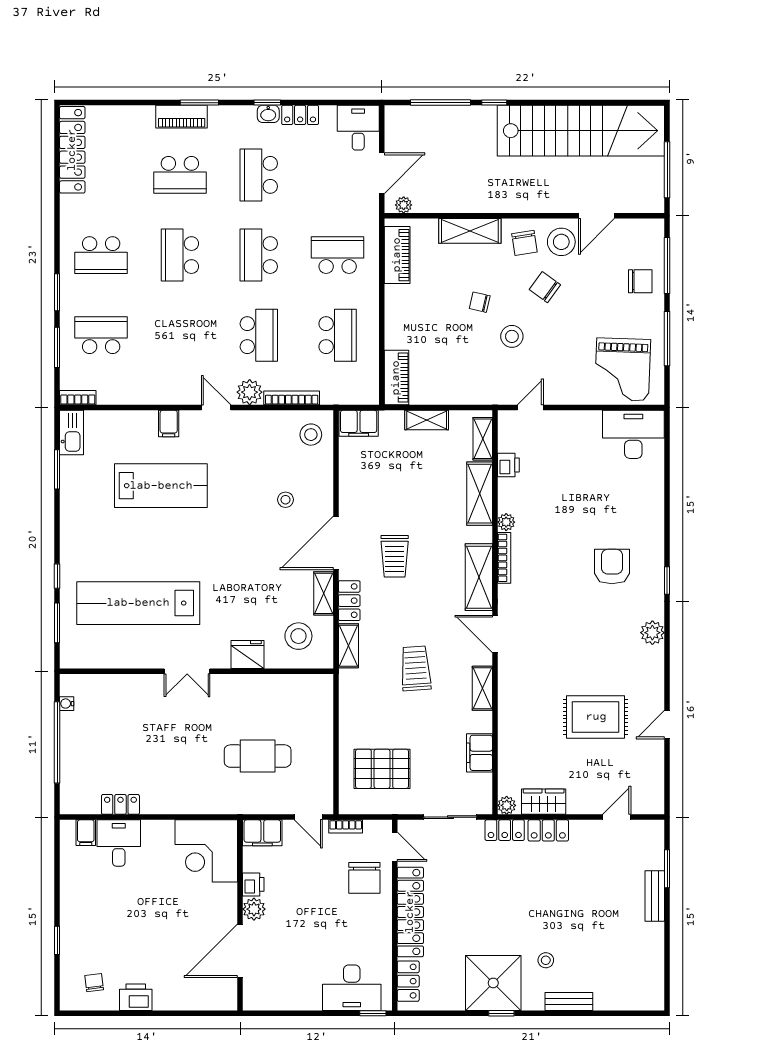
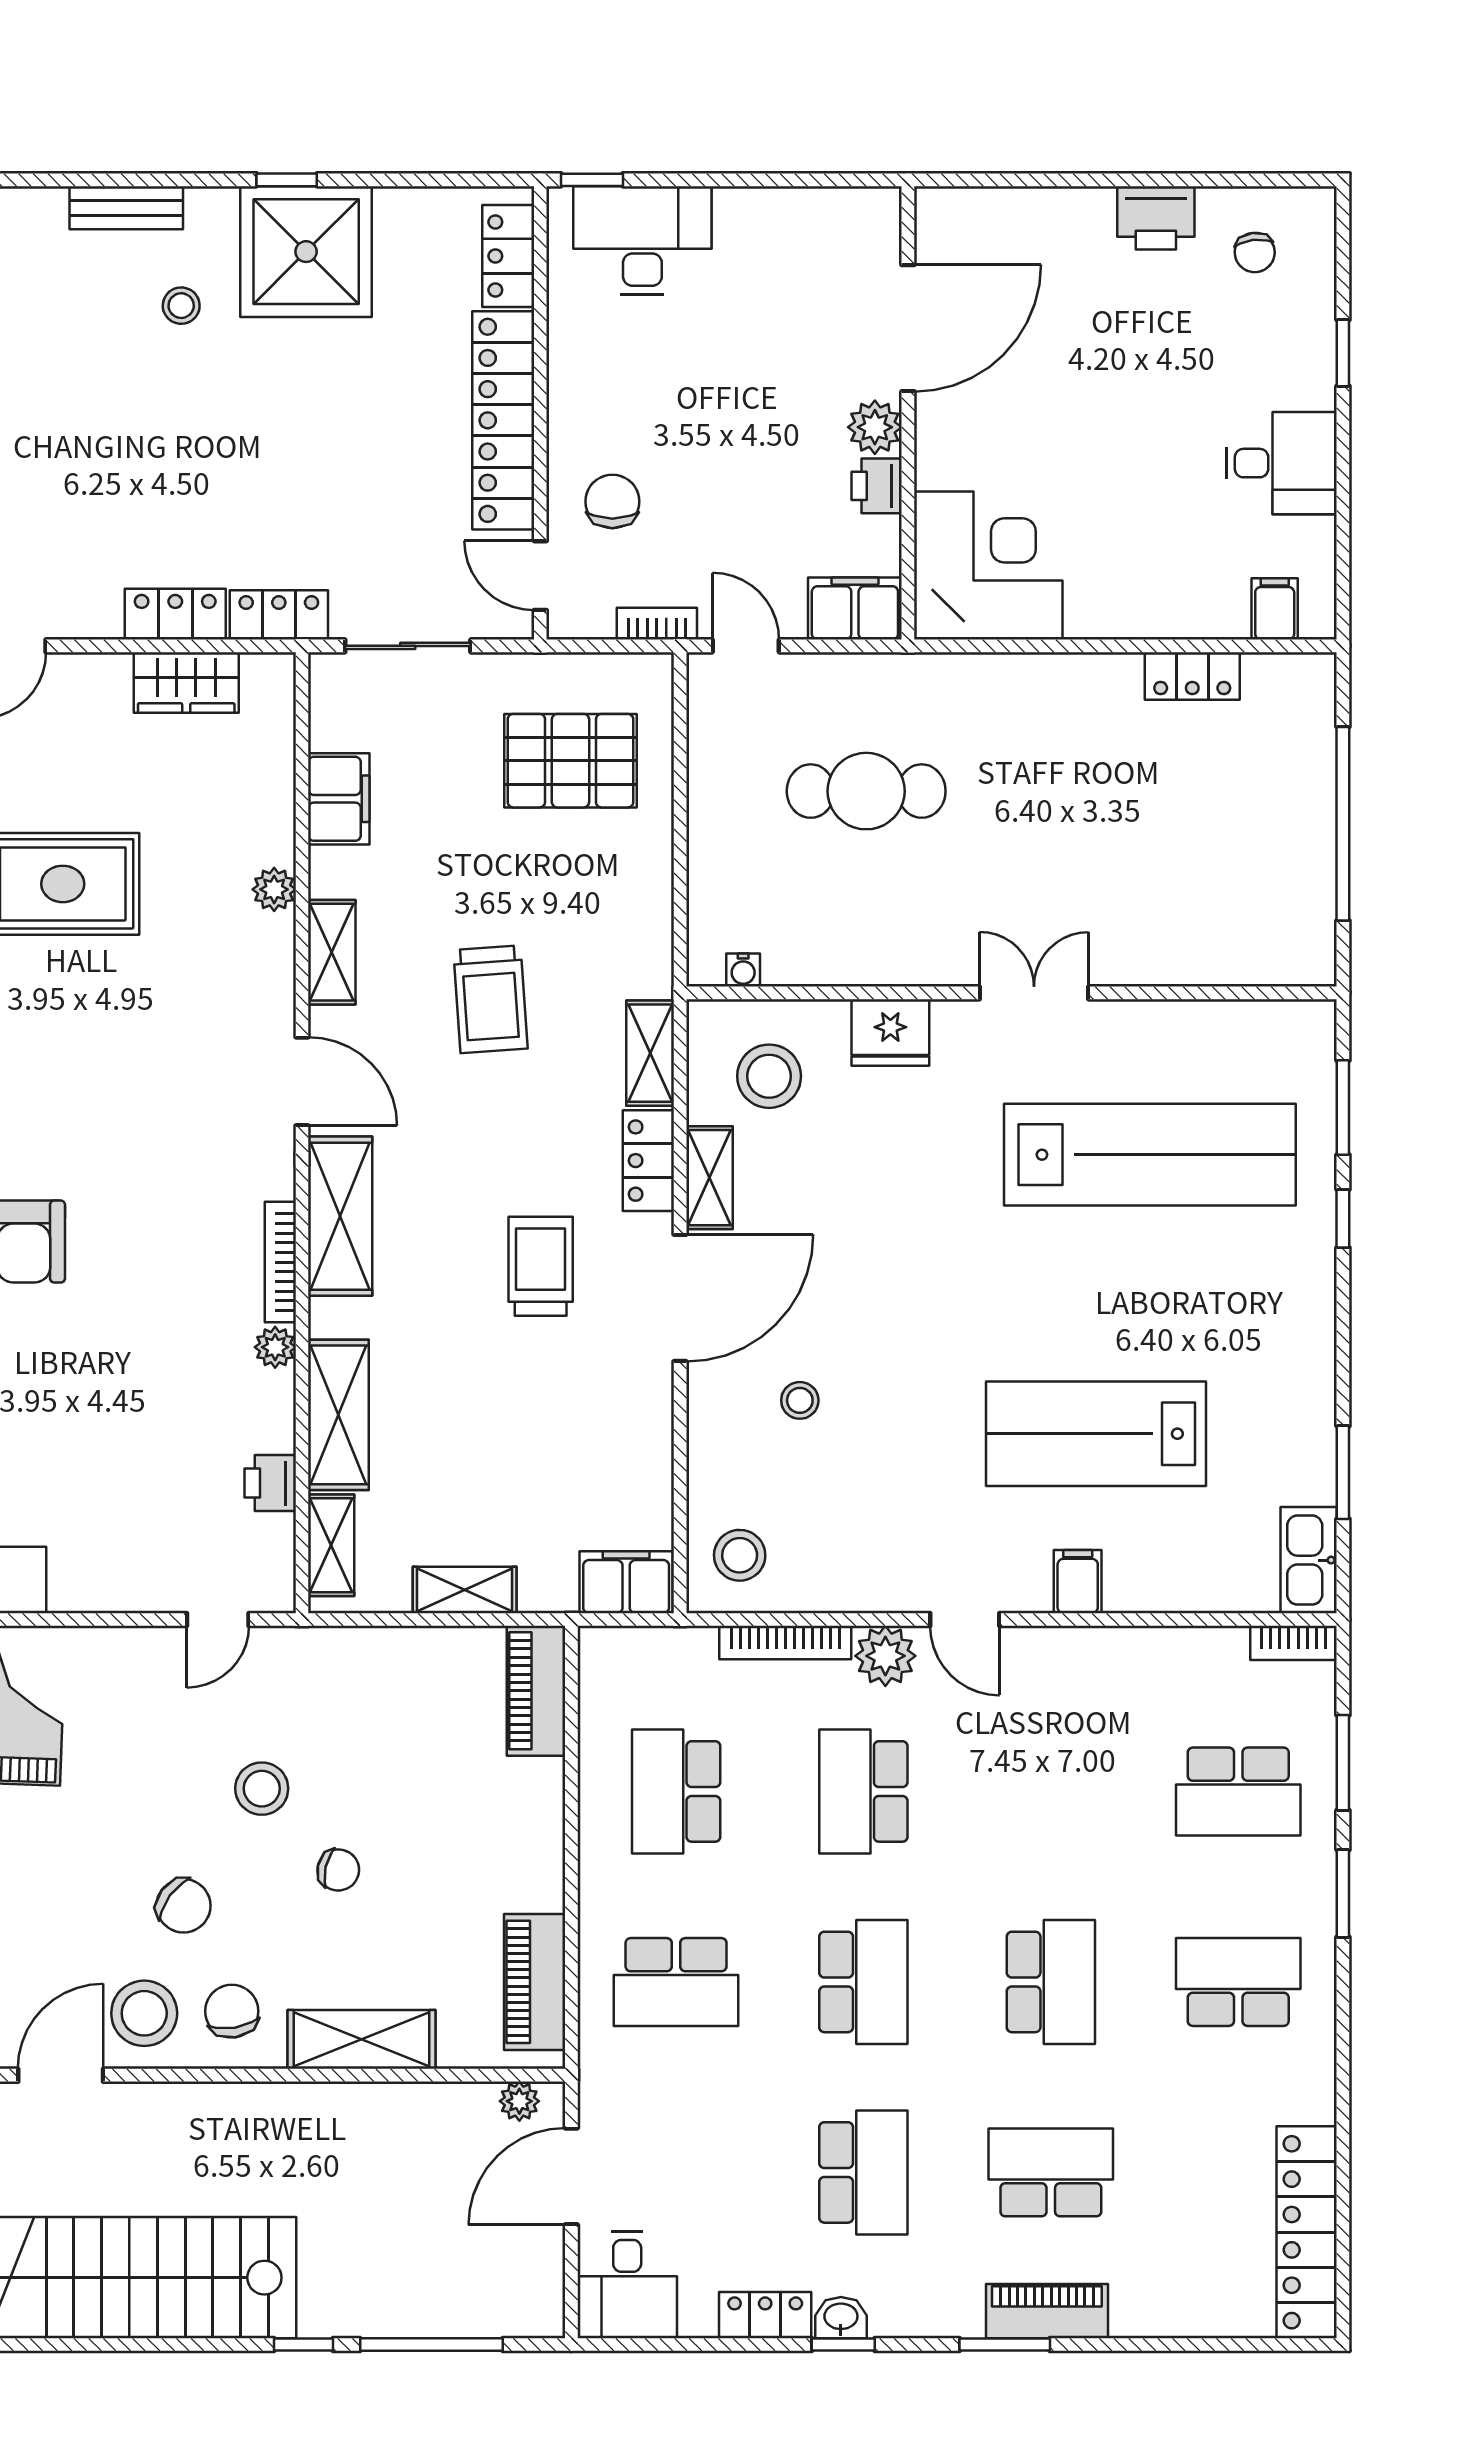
water cooler: (67, 704) -> (743, 970), moved, turned 90
plant: (507, 805) -> (274, 889), moved
desk: (119, 843) -> (1281, 463), moved, turned -90
chair: (364, 878) -> (612, 501), width x0.73, depth x0.73

